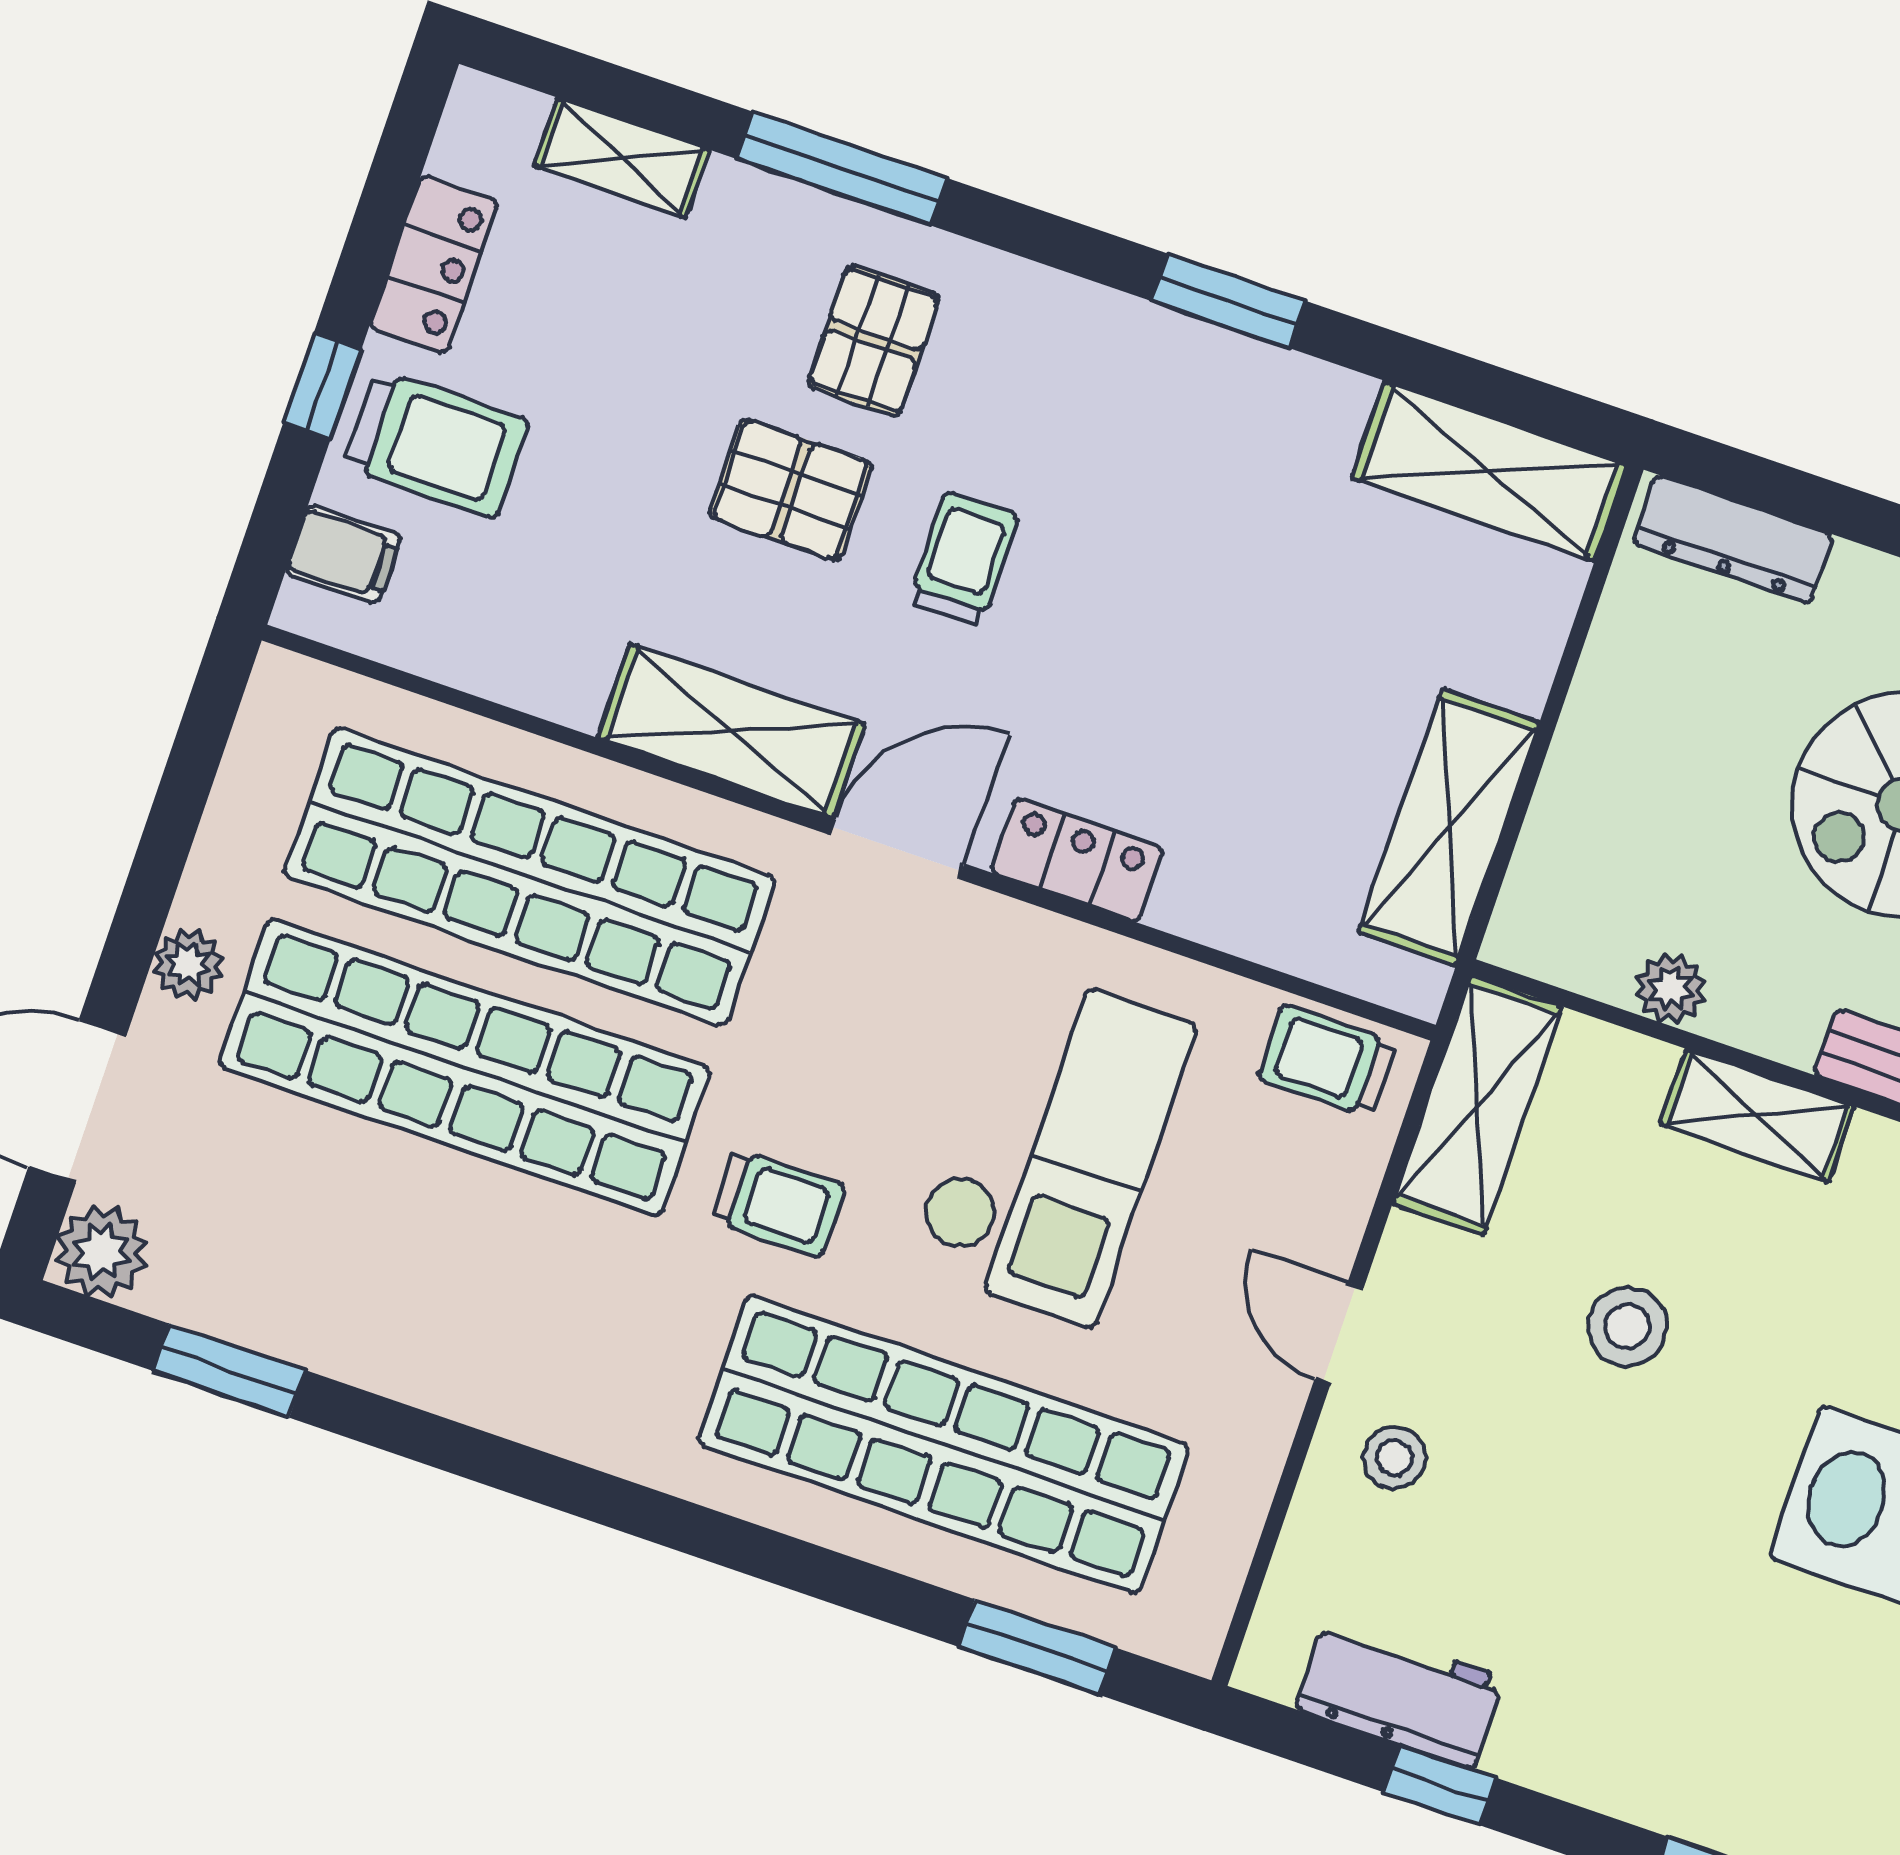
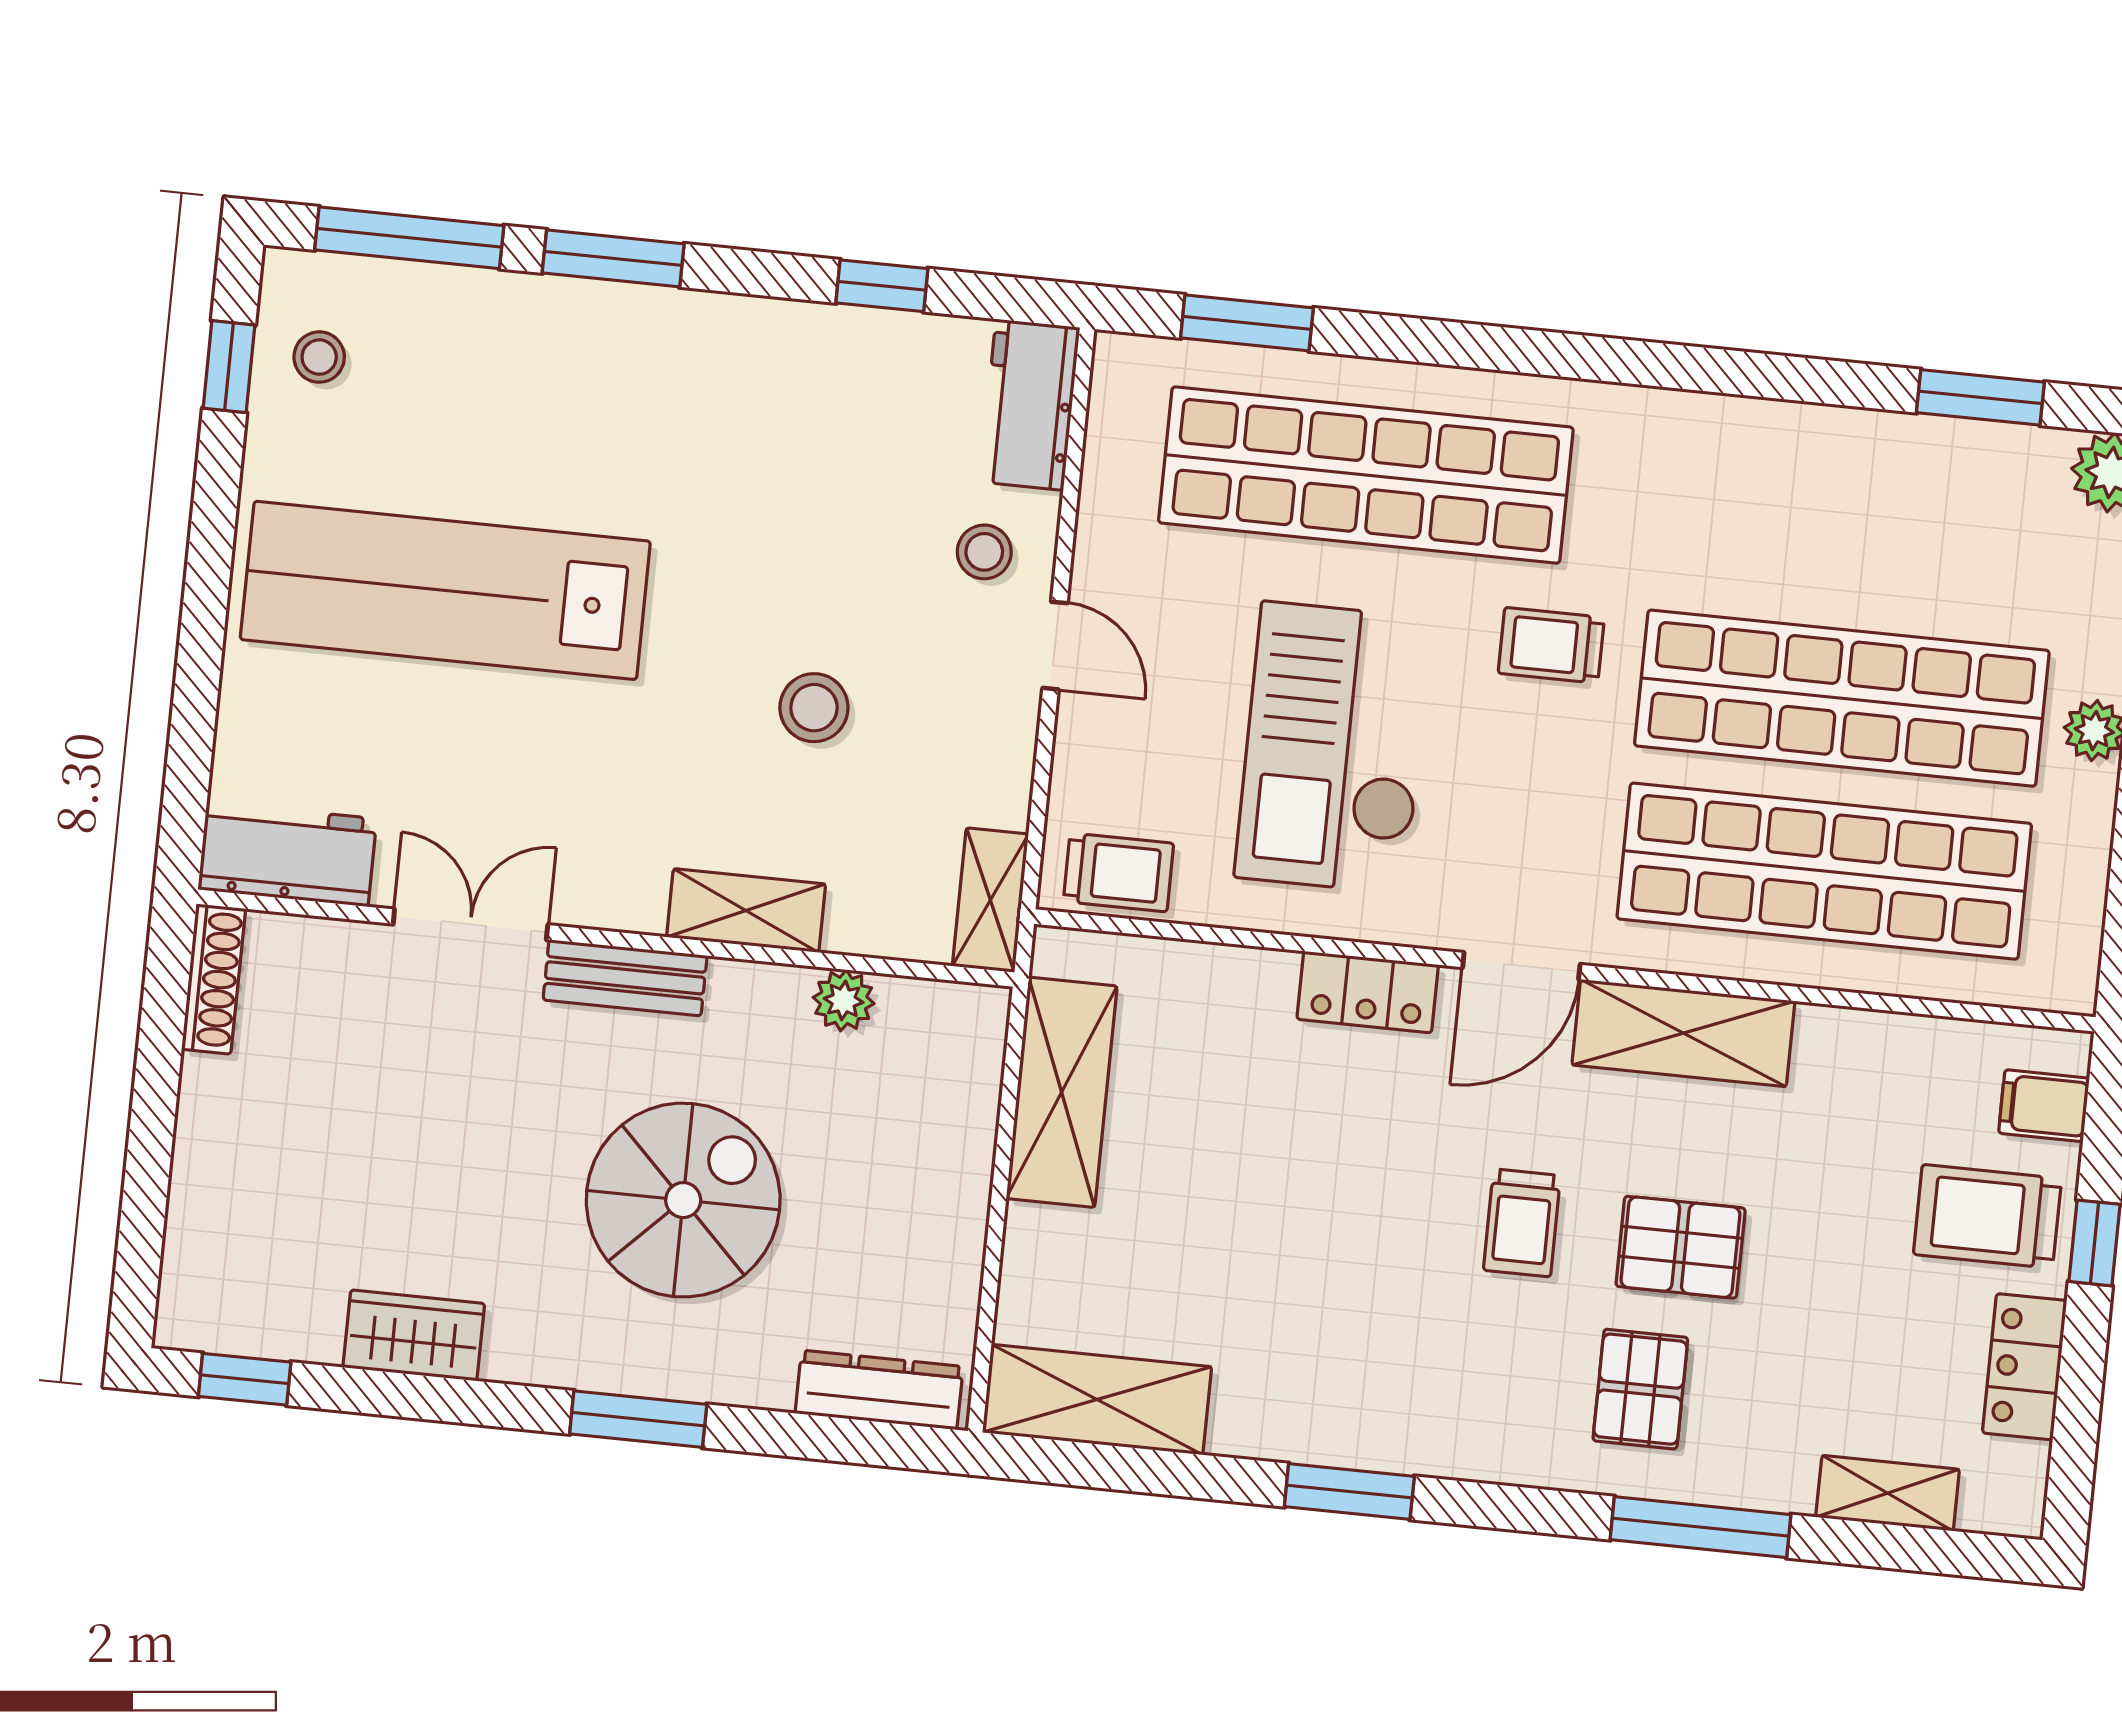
shelving: (1477, 1105) -> (990, 900), width x0.67, depth x0.75
workbench: (1400, 1693) -> (1030, 405), moved, turned 90

